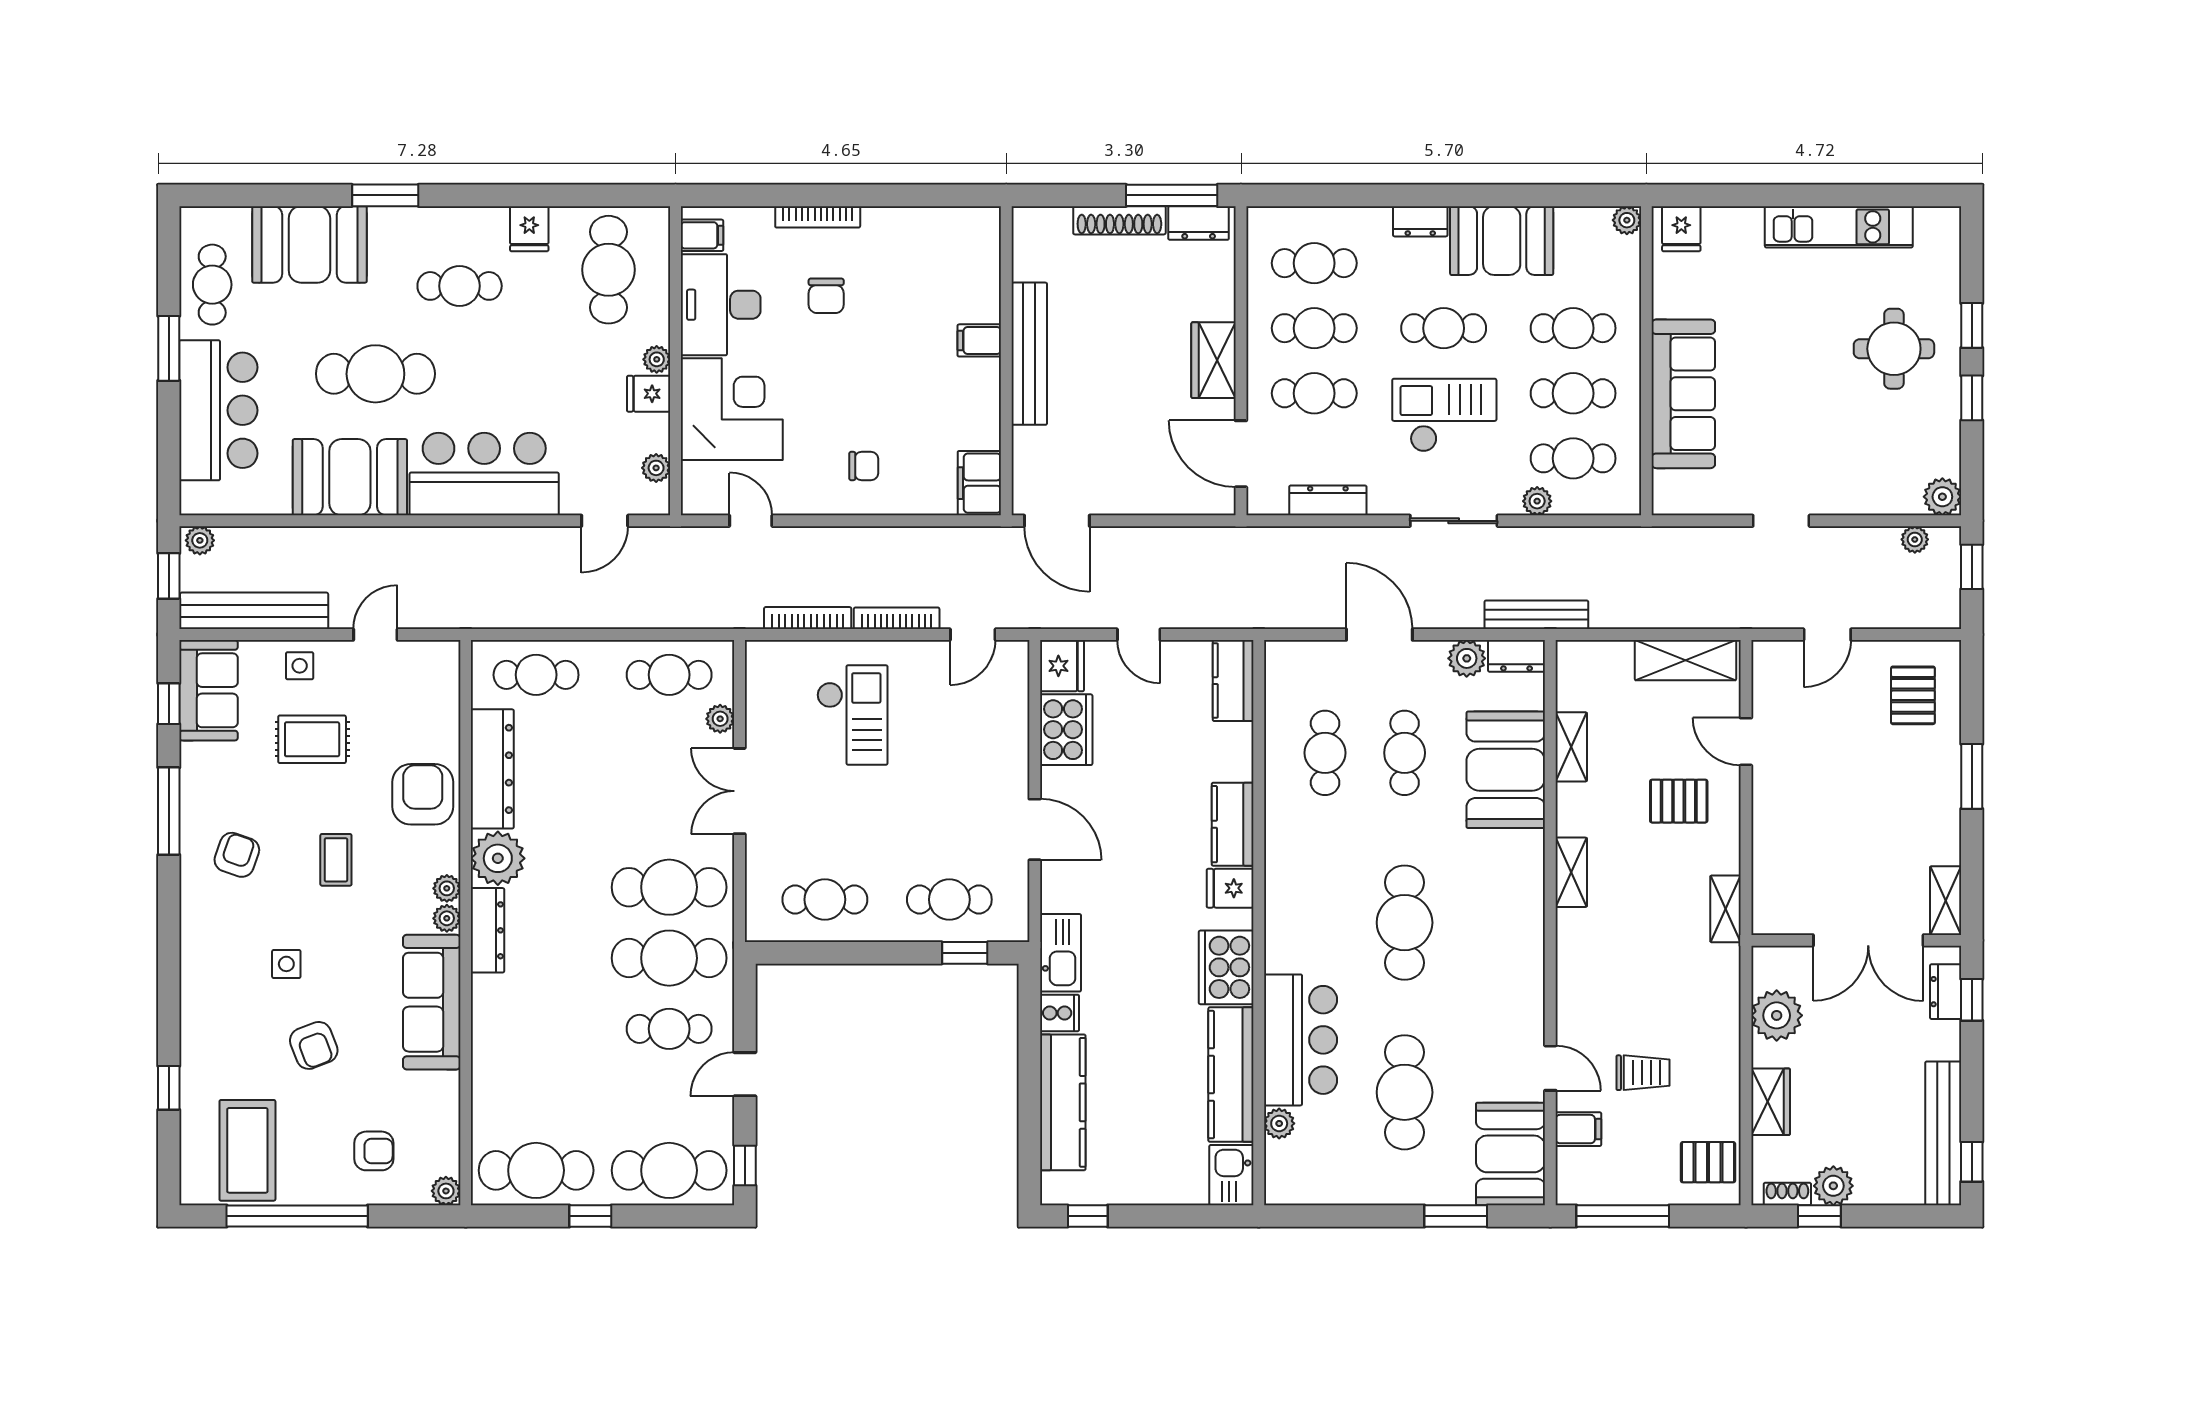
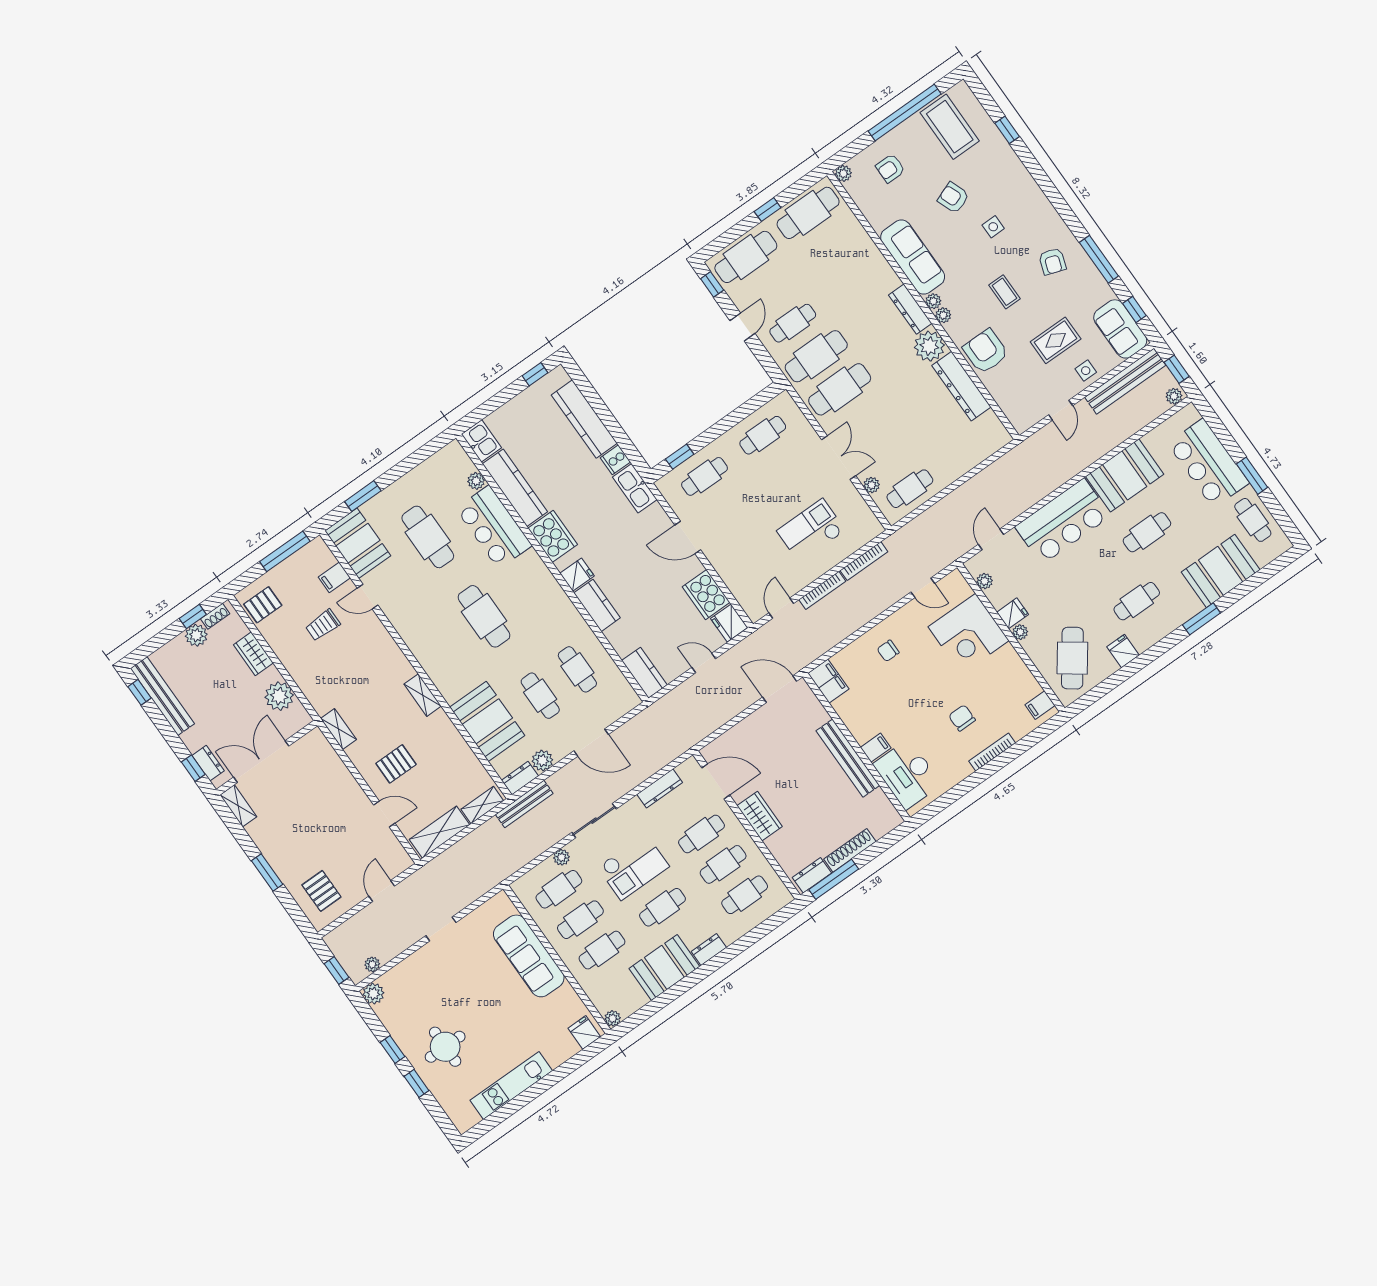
cafe table: (609, 270) -> (1072, 658), turned 36
desk: (721, 305) -> (907, 774), moved, turned 180
cafe table: (375, 374) -> (1147, 532), width x0.73, depth x0.74
cafe table: (536, 675) -> (972, 445), removed
checkout: (852, 715) -> (811, 531), turned 90
shelving: (1571, 747) -> (482, 805), moved, turned 90
armchair: (423, 794) -> (986, 351), turned 180

